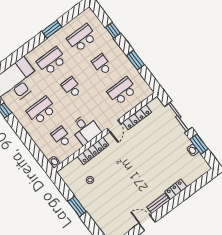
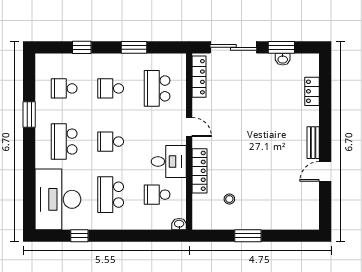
school desk: (82, 38) -> (64, 88), width x0.54
locker: (137, 117) -> (199, 77), moved
locker: (176, 189) -> (312, 91), moved

